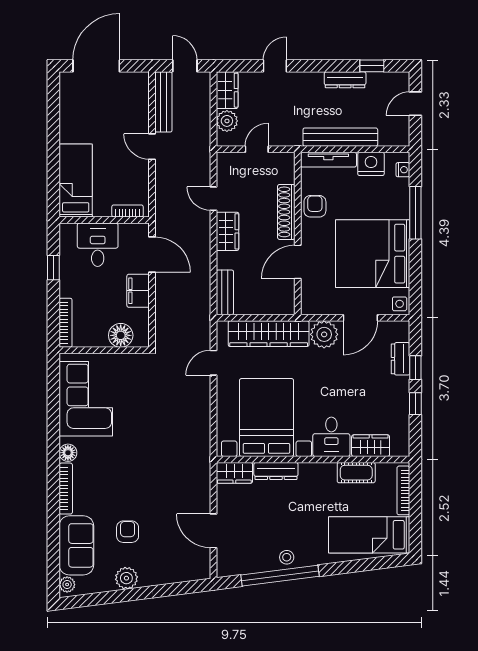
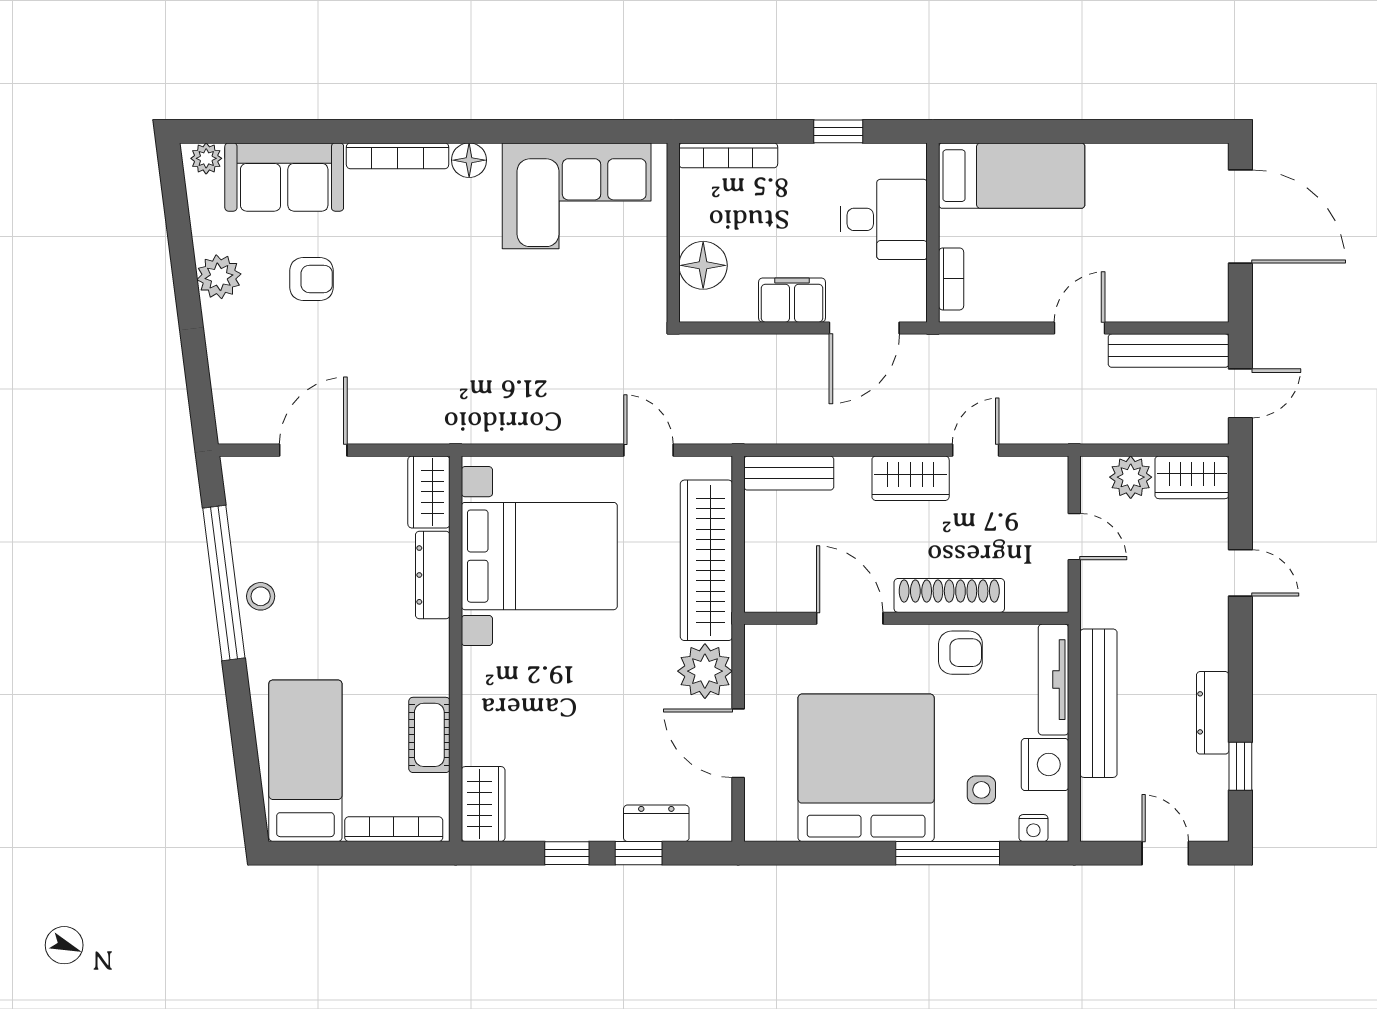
side table: (400, 304) -> (981, 790), moved
desk: (331, 437) -> (501, 685), removed
wardrobe: (371, 446) -> (483, 804), moved

